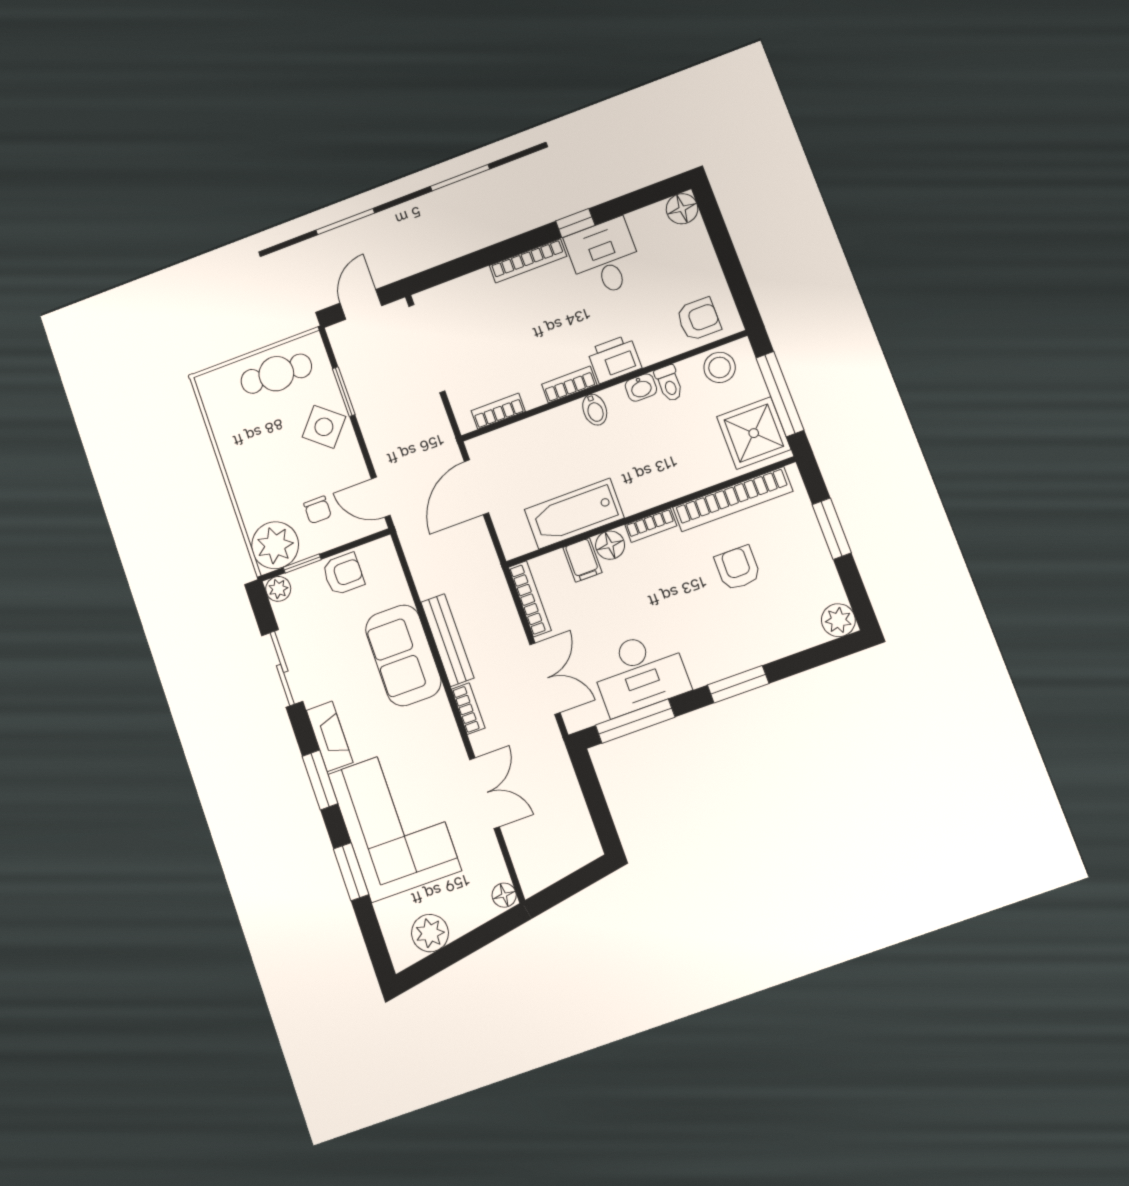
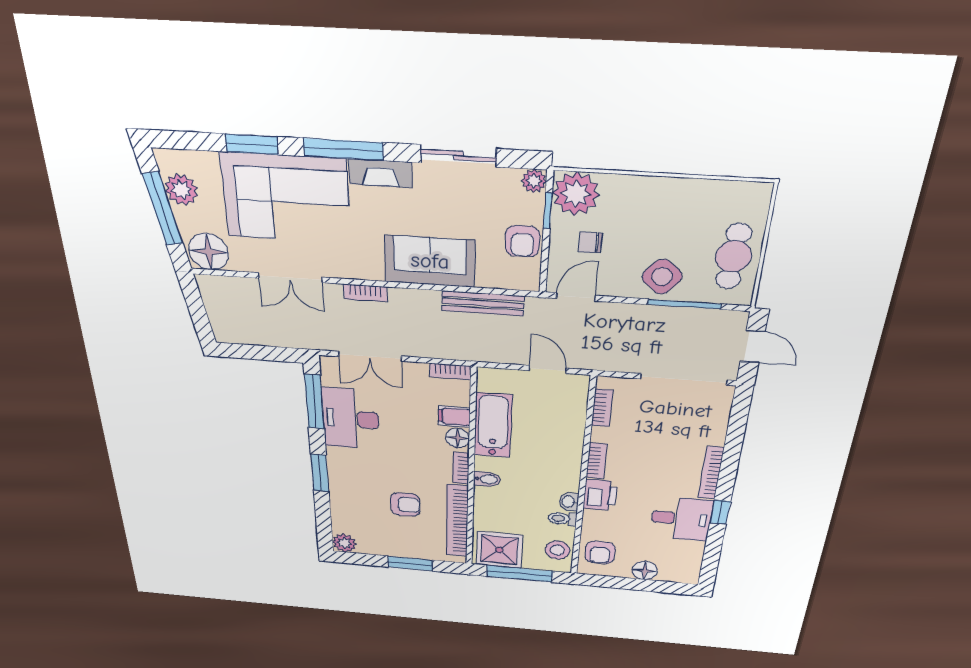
floor lamp: (682, 209) -> (645, 571), moved
window: (344, 392) -> (684, 304), width x1.44
bidet: (595, 410) -> (487, 479), moved, turned 180
door: (476, 487) -> (548, 369), width x0.73
bookcase: (530, 599) -> (450, 372), width x0.64
bench: (447, 640) -> (483, 303), moved
window: (320, 780) -> (343, 149), width x1.44
floor lamp: (504, 895) -> (209, 252), width x1.89, depth x1.89
window: (460, 948) -> (163, 209), added

